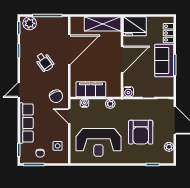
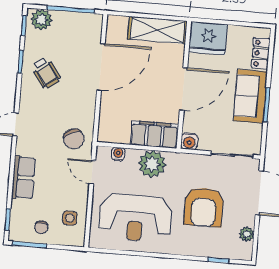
wheelchair: (45, 62) -> (46, 73), moved
filing cabinet: (91, 89) -> (154, 134), moved
plant: (110, 104) -> (152, 164), width x1.88, depth x1.88
row of seats: (27, 123) -> (24, 178), width x0.68

